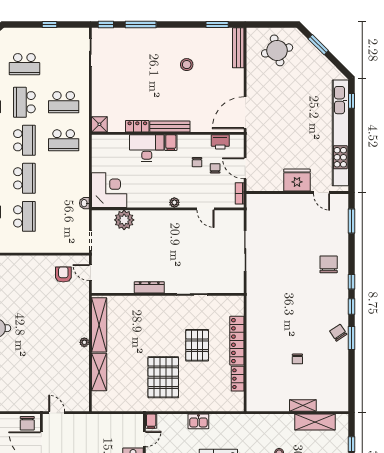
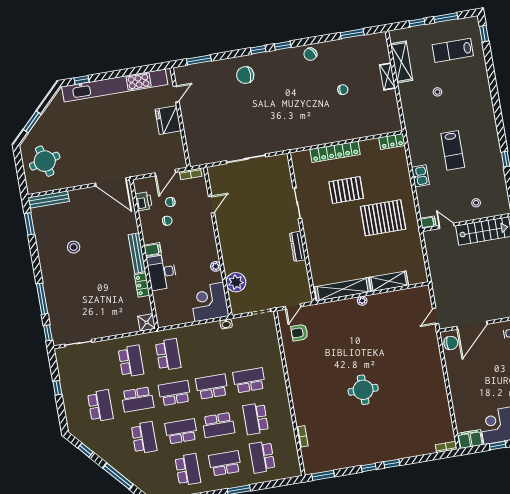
plant: (174, 202) -> (216, 266), moved
window: (351, 338) -> (352, 34), moved
locker: (238, 379) -> (392, 141), moved

